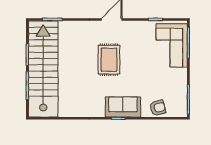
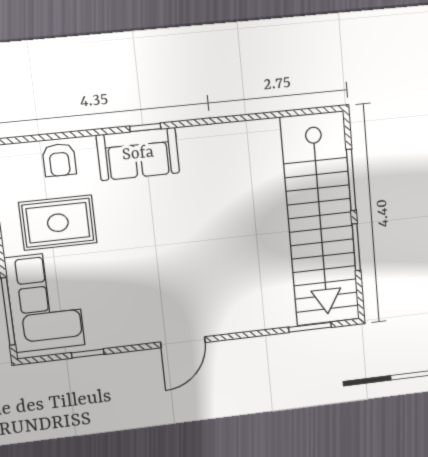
rug: (109, 60) -> (58, 223), moved, turned 90
armchair: (158, 108) -> (59, 160), turned -75

